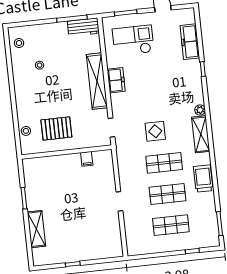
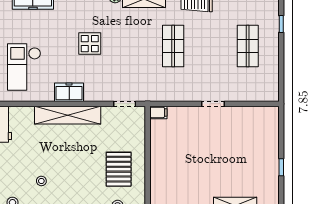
display table: (155, 131) -> (90, 44), moved
filing cabinet: (87, 159) -> (158, 112), moved
shop shelf: (167, 194) -> (210, 46), removed

